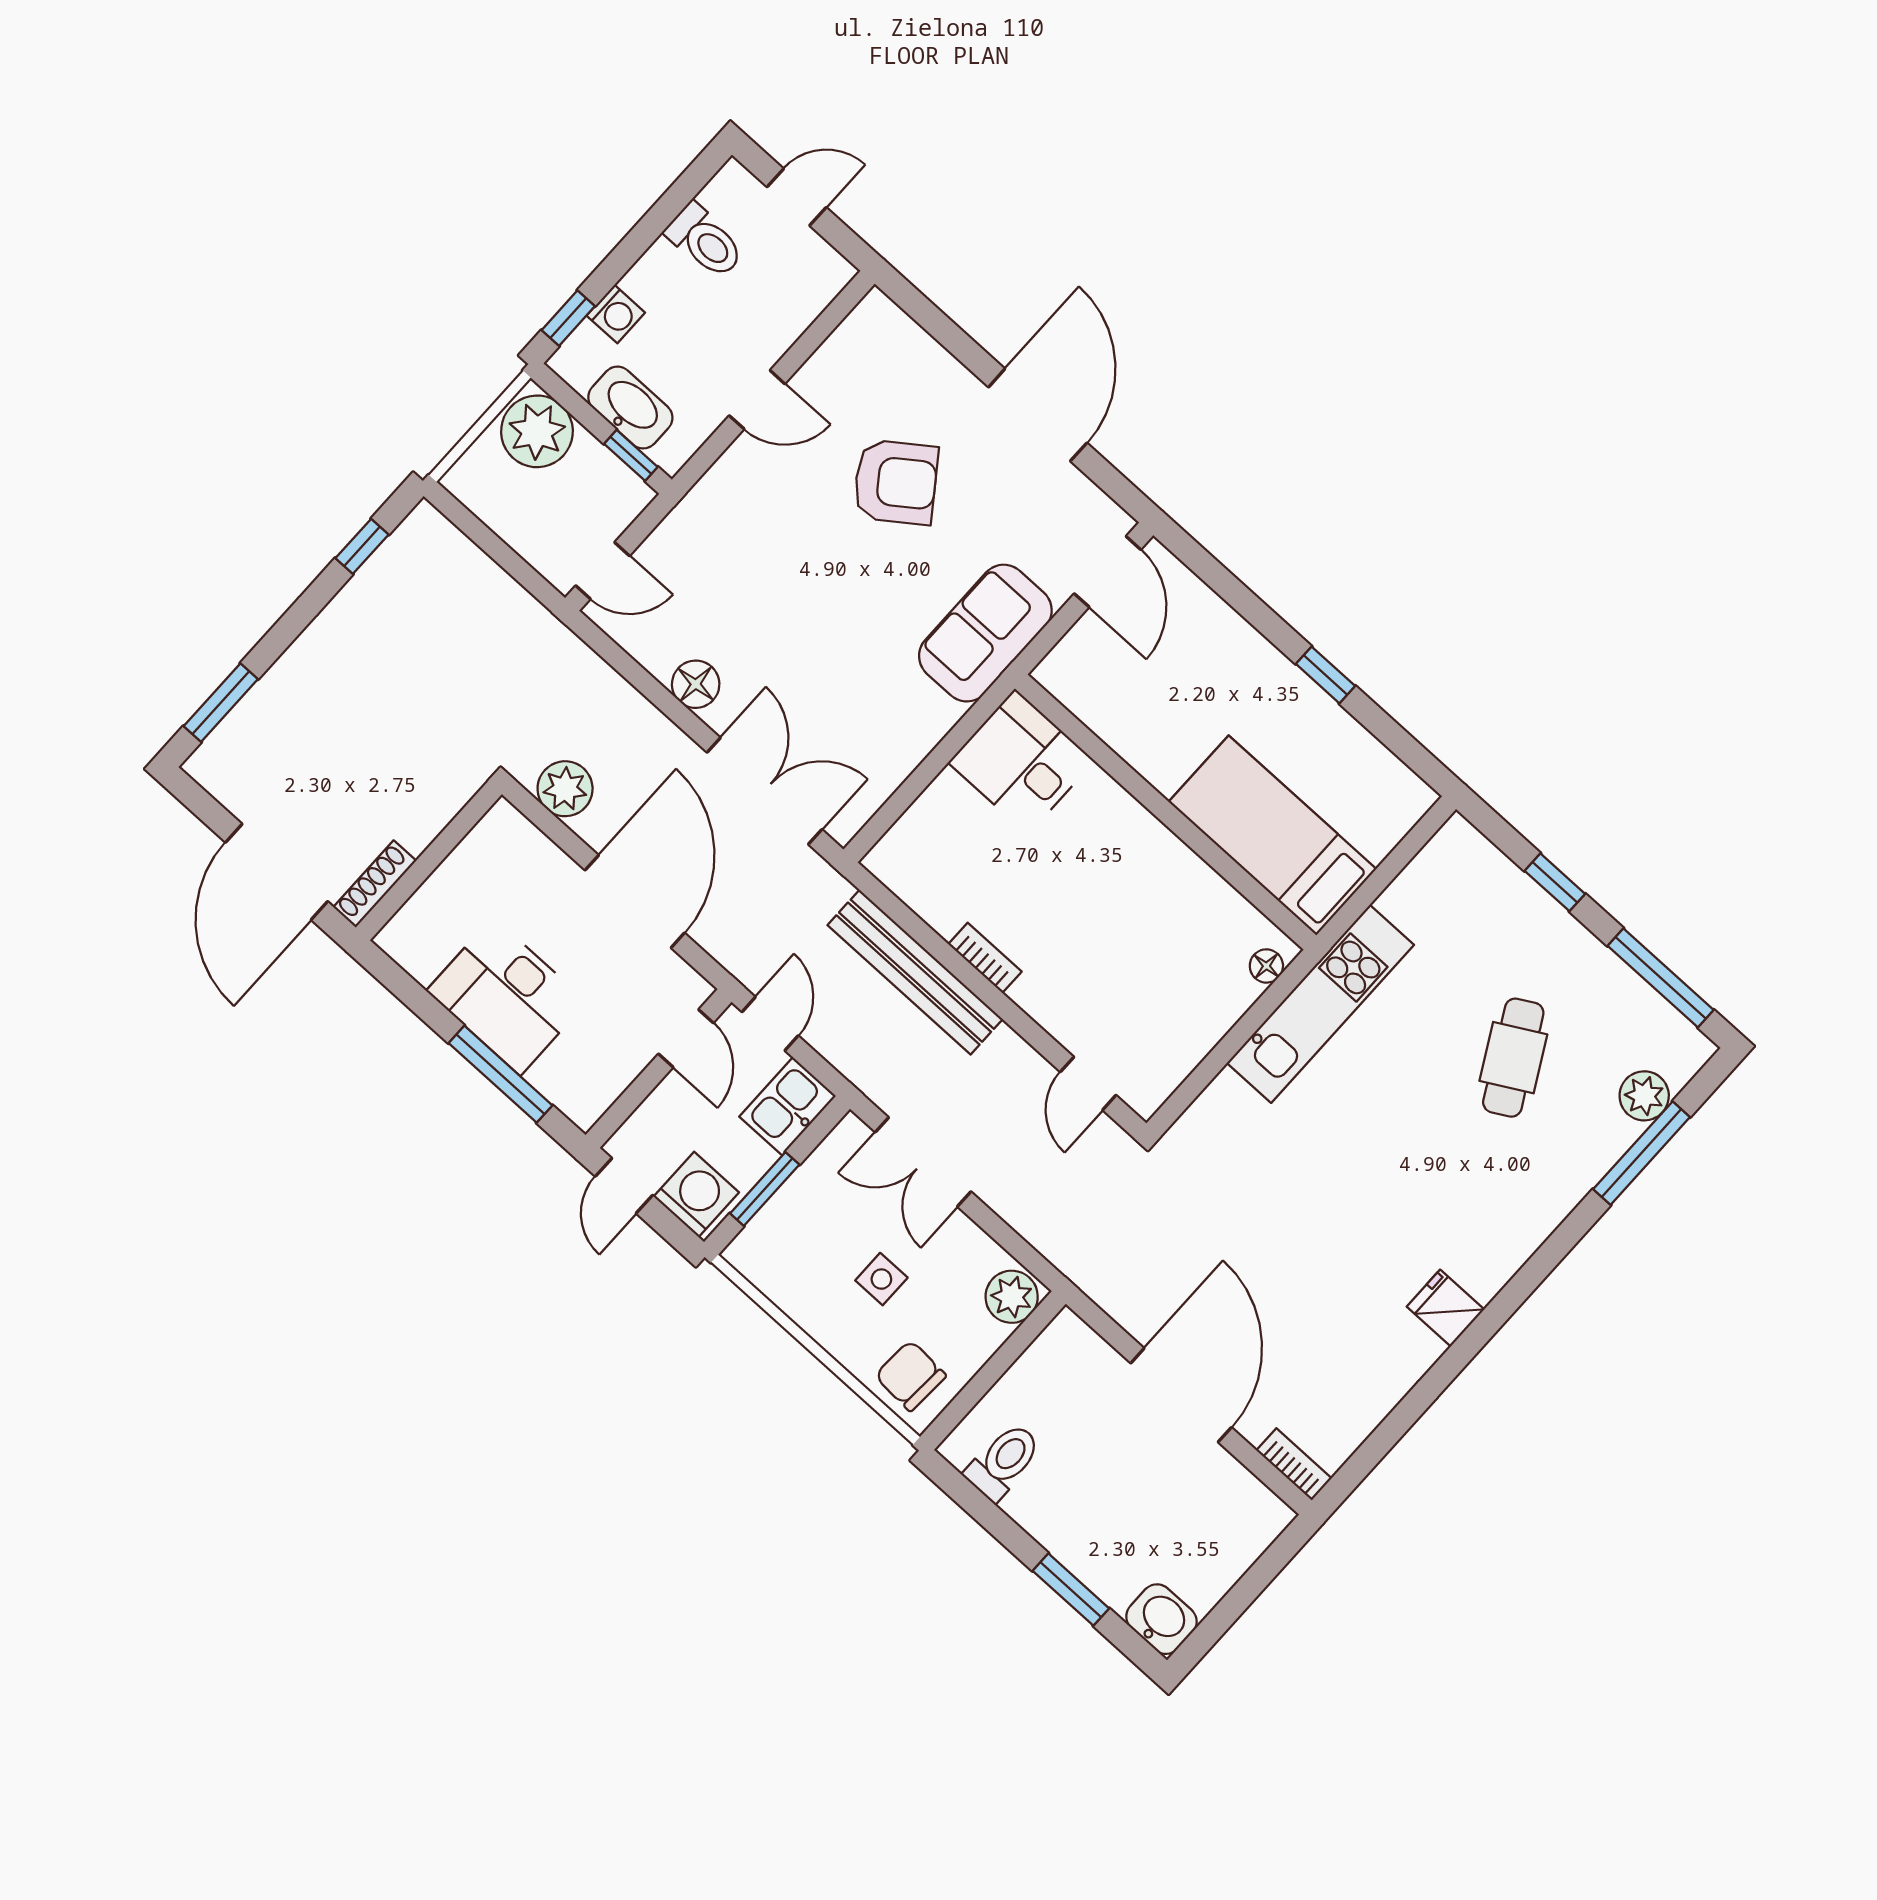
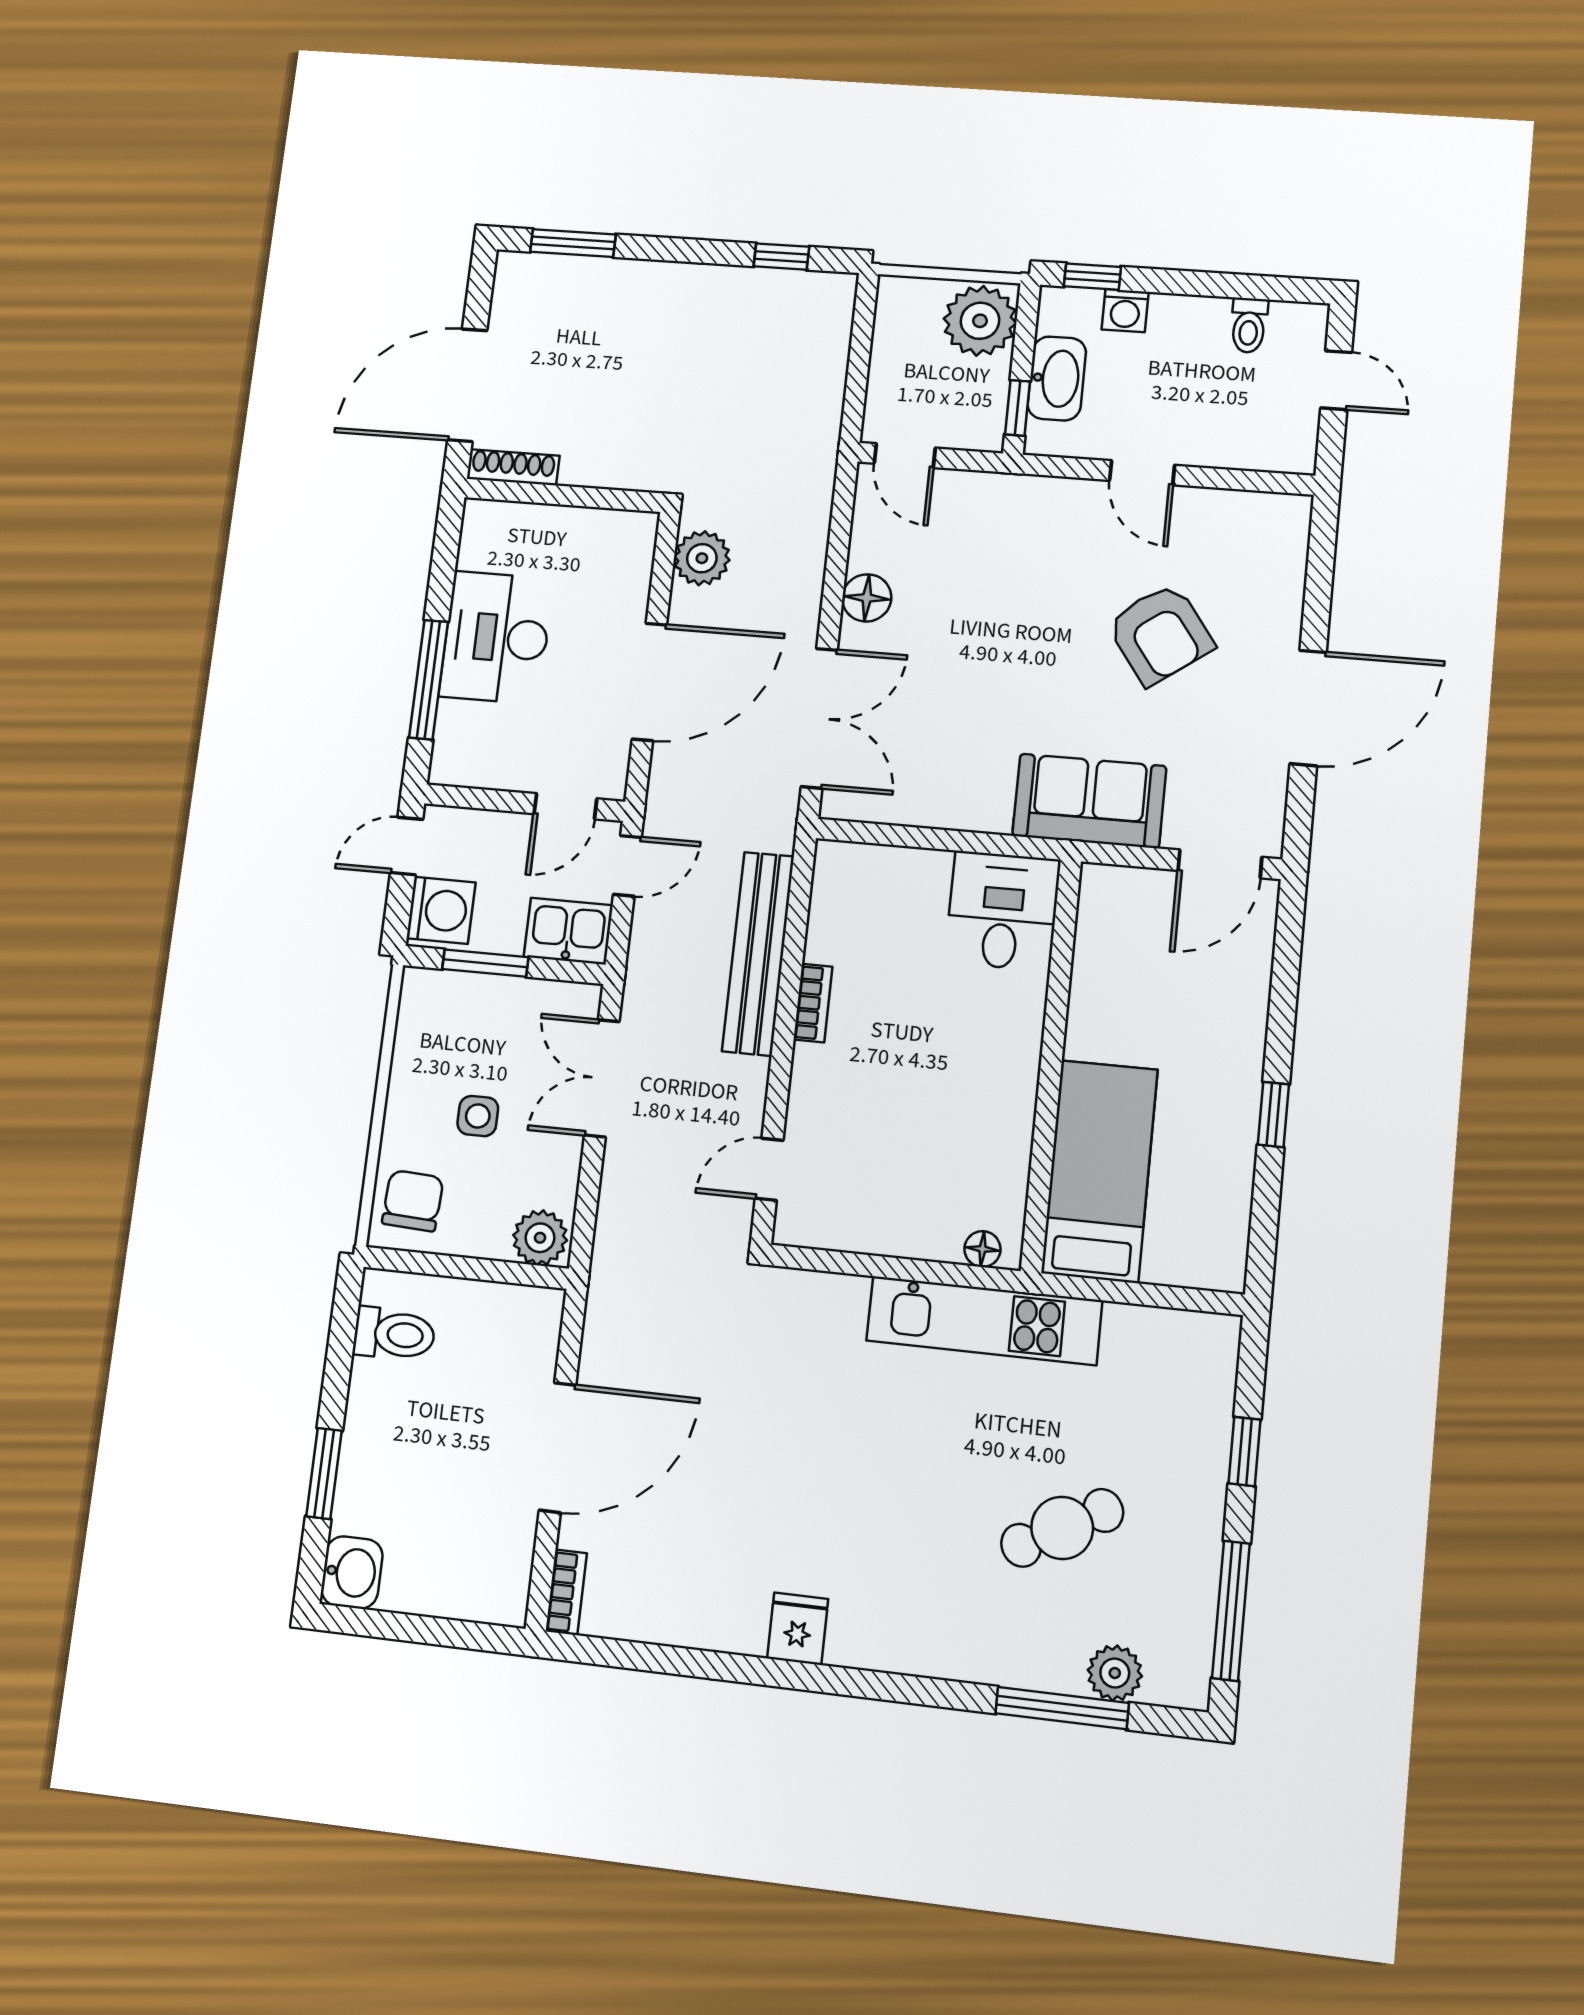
toilet: (705, 241) -> (1249, 325), width x0.73, depth x0.72

